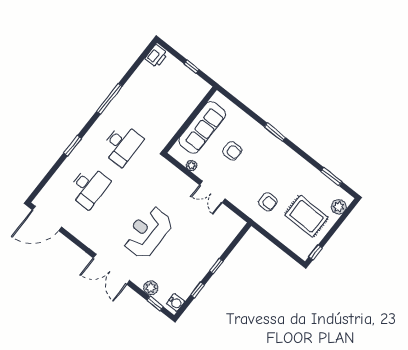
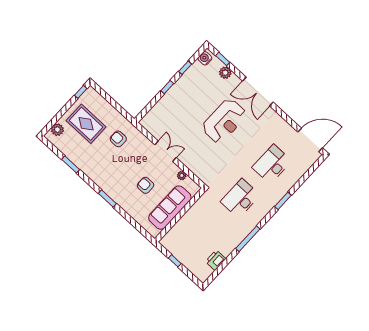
printer: (156, 56) -> (216, 260), moved
window: (331, 177) -> (71, 164), moved
double door: (111, 269) -> (258, 92), swing flipped

